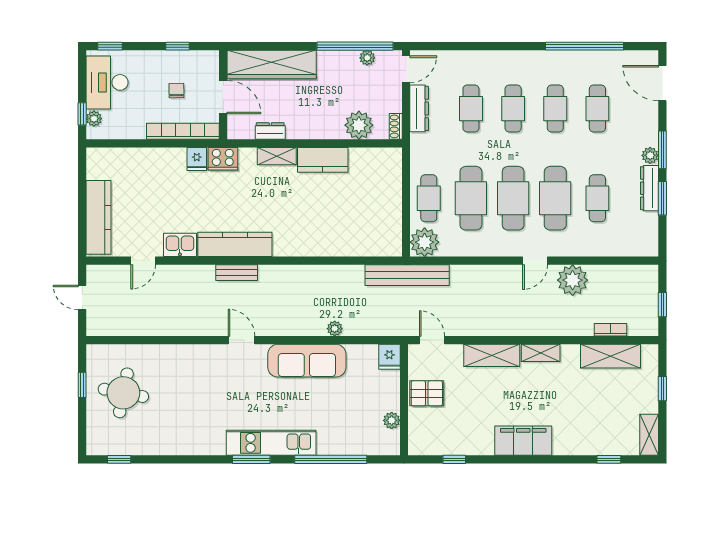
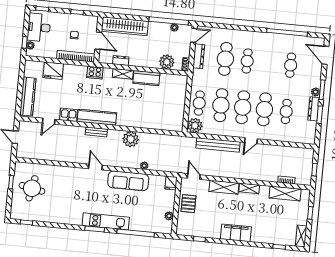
cafe table: (471, 109) -> (225, 59), width x1.37, depth x1.35
cafe table: (555, 109) -> (269, 63), removed
fridge: (197, 159) -> (53, 71), moved, width x1.88, depth x1.34
bench: (407, 275) -> (218, 145), moved
plant: (573, 280) -> (131, 139), moved
pallet: (427, 393) -> (188, 204), turned 90

